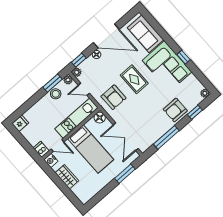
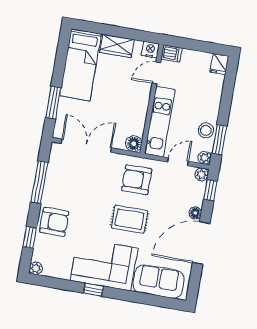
armchair: (175, 110) -> (54, 222), turned 90
bed: (91, 149) -> (80, 65), moved, turned -90

